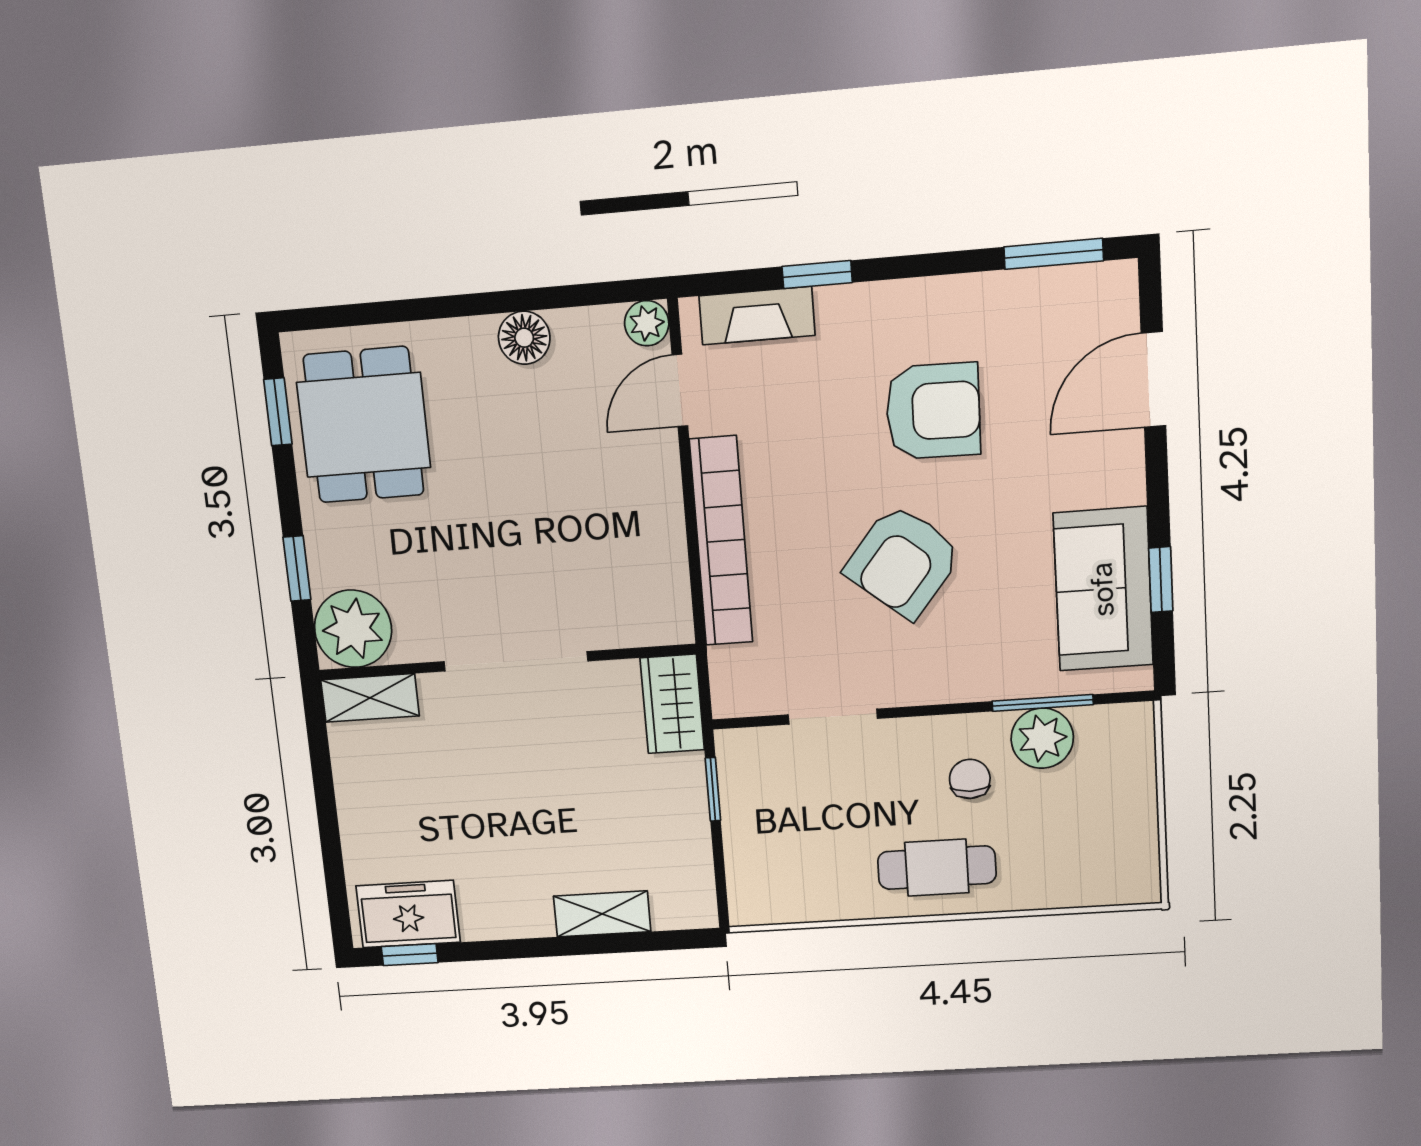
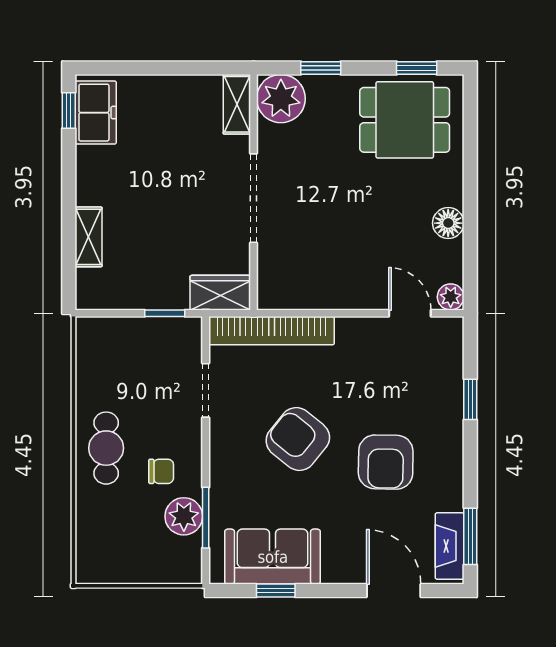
fireplace: (757, 316) -> (450, 546), moved
bookcase: (721, 541) -> (271, 331), moved

